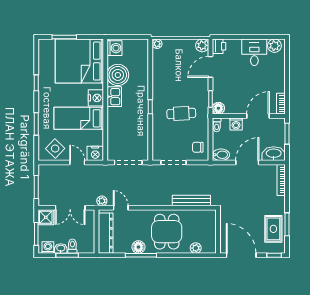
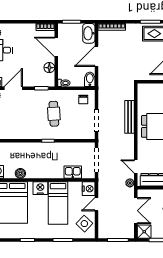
door: (211, 67) -> (13, 88), swing flipped
boiler: (118, 75) -> (20, 173), width x0.54, depth x0.54
kitchen sink: (114, 97) -> (73, 172), moved
floor lamp: (218, 108) -> (49, 68), moved
washing machine: (236, 124) -> (63, 66), removed
door: (247, 163) -> (97, 56), hinge flipped
bench: (191, 200) -> (130, 117), moved
door: (121, 208) -> (136, 166), hinge flipped

